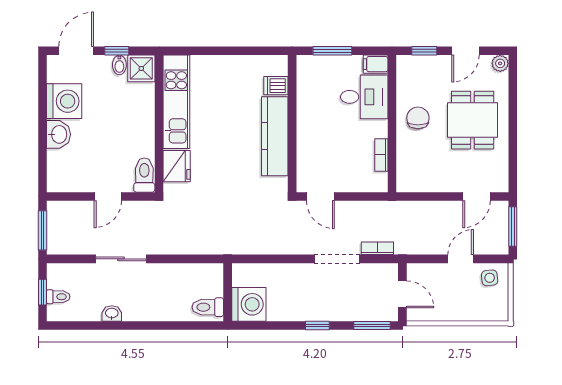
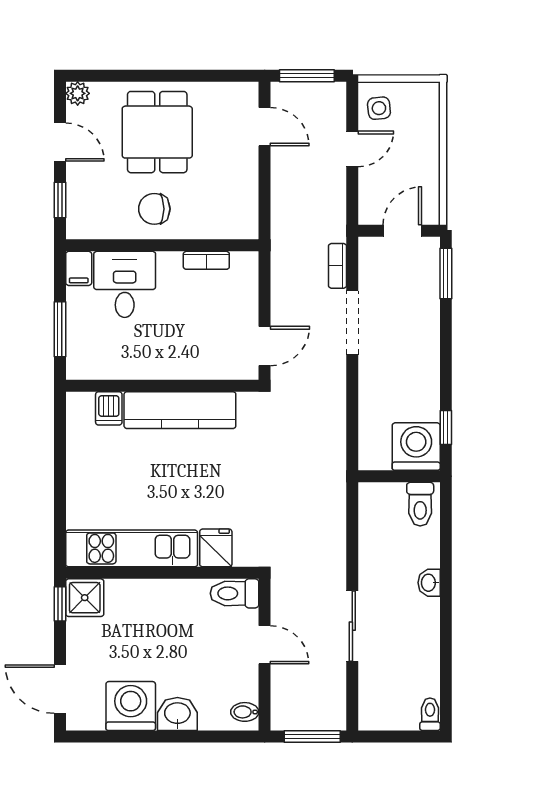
window: (117, 51) -> (60, 604), moved
bidet: (119, 65) -> (245, 712), moved, turned 180
dining table: (473, 120) -> (157, 132), turned 90
fridge: (177, 166) -> (216, 548), width x0.72
door: (461, 259) -> (352, 149), swing flipped
window: (42, 292) -> (399, 737), removed
toilet: (58, 297) -> (430, 714), moved
washbasin: (112, 313) -> (429, 583), moved
window: (317, 325) -> (446, 428), moved

